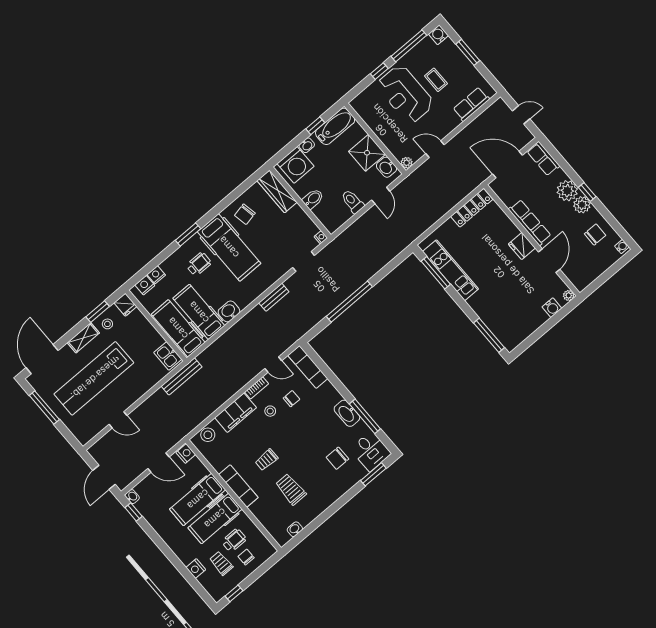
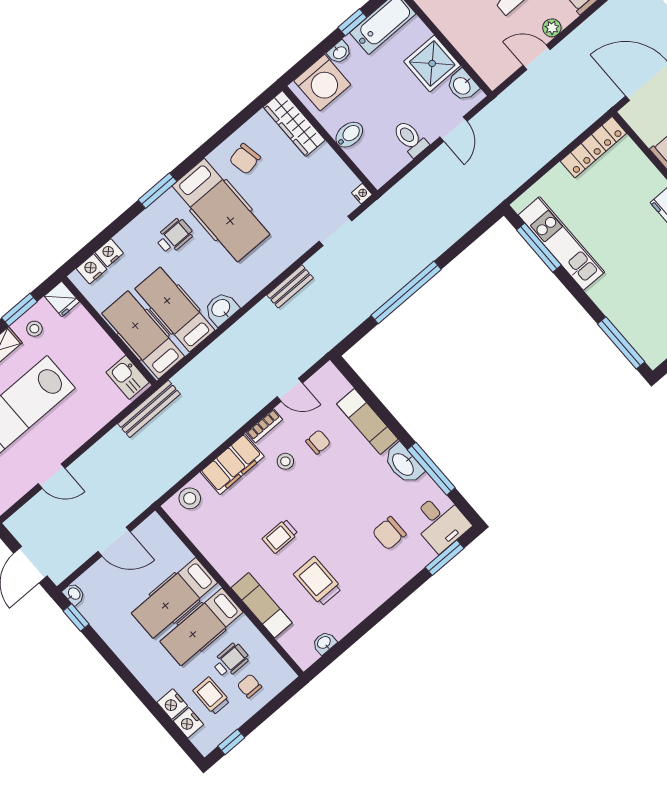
plant: (407, 163) -> (552, 28), moved
exam couch: (308, 367) -> (367, 422), moved
nightstand: (186, 453) -> (188, 723), moved, turned 180
exam couch: (238, 486) -> (262, 605), moved

